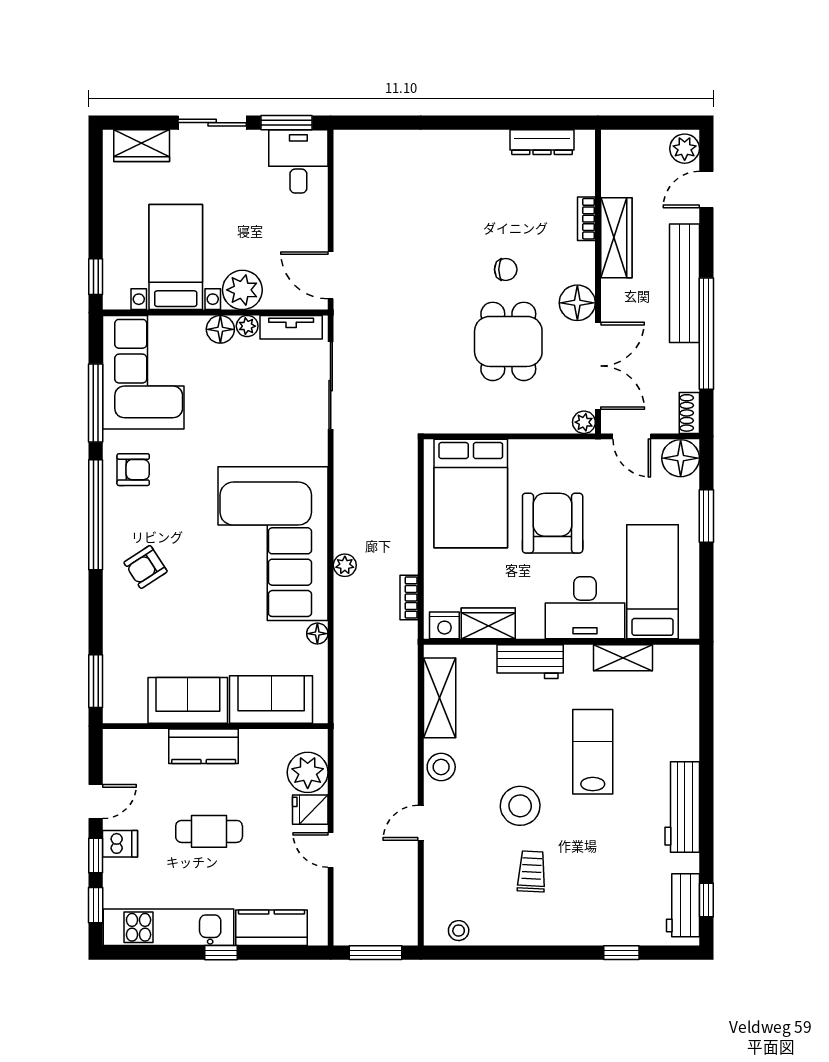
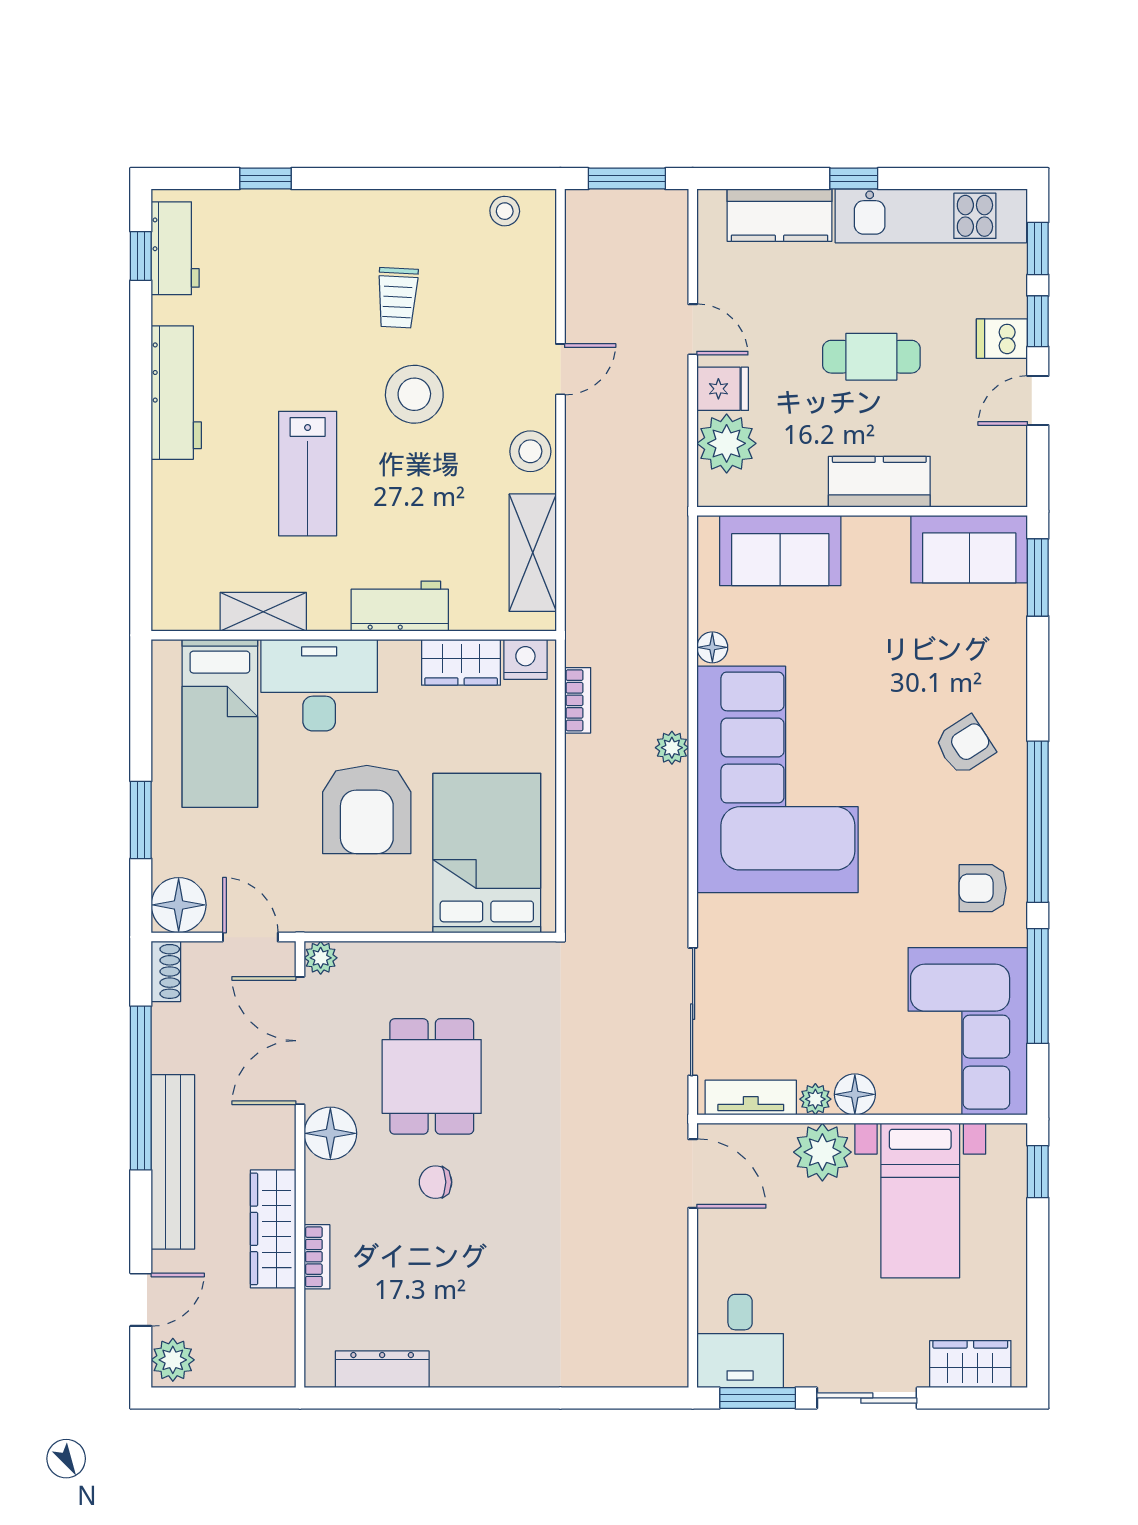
sofa: (188, 700) -> (969, 549), moved

